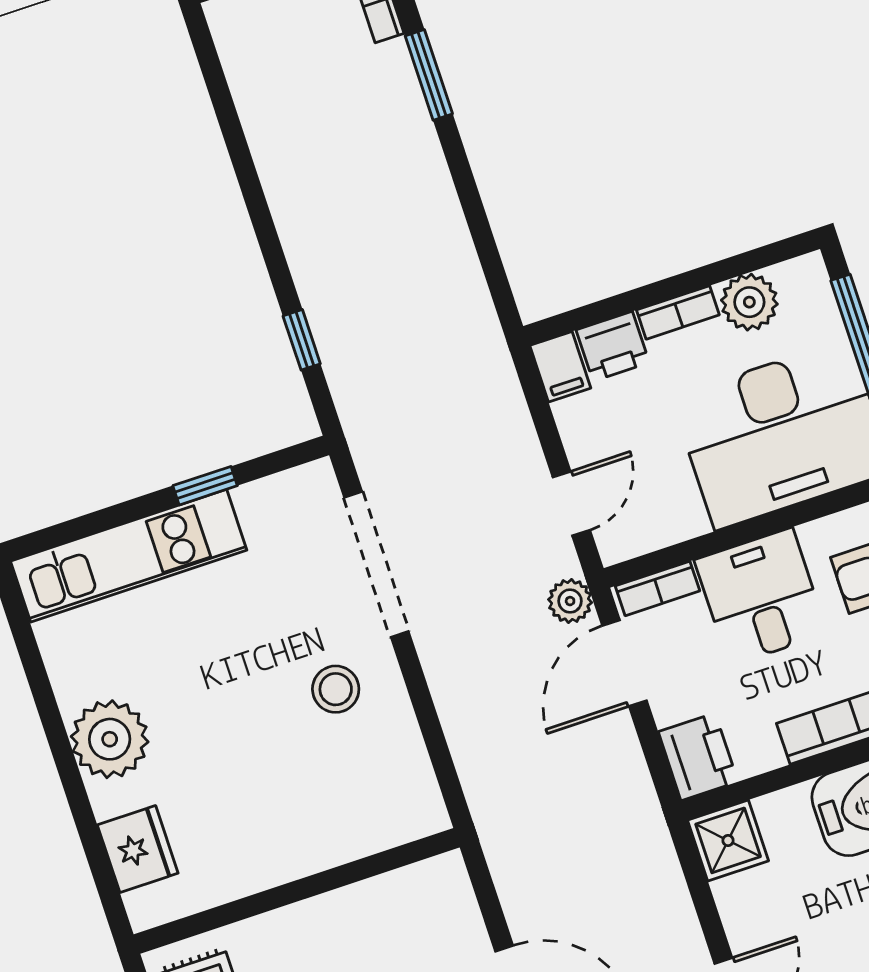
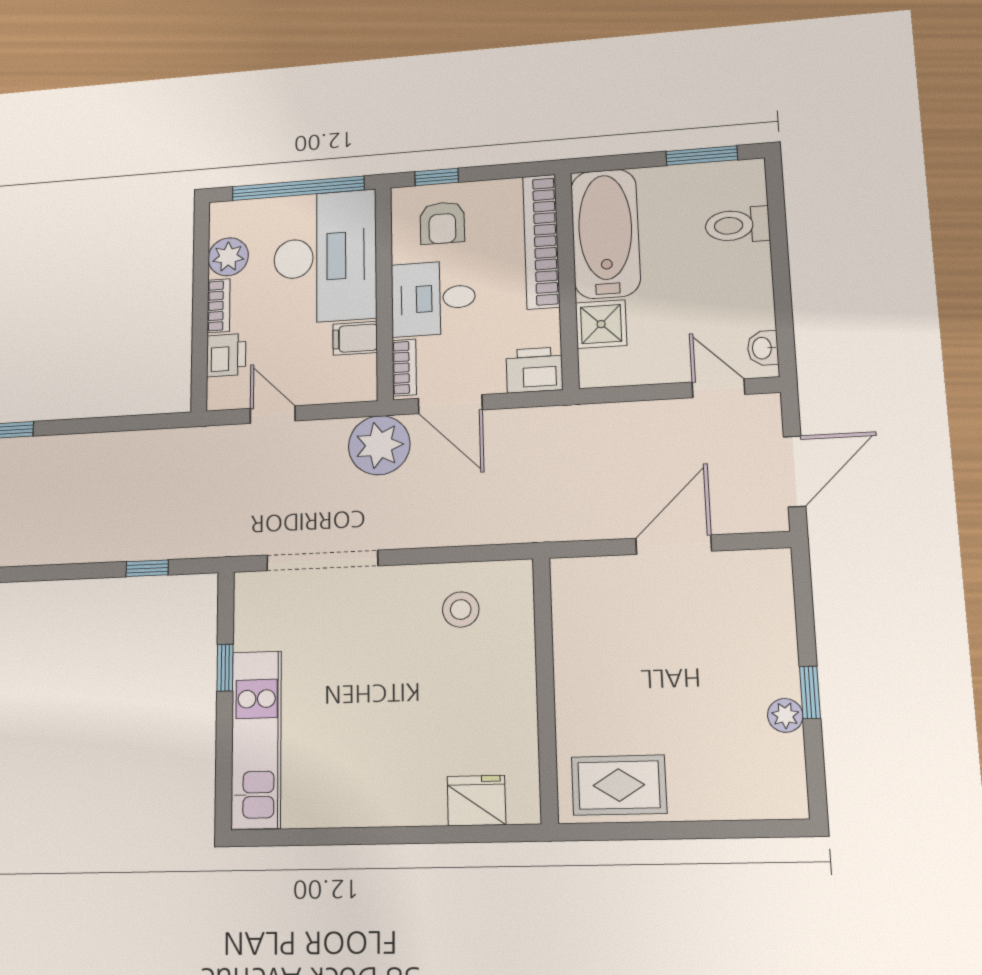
filing cabinet: (560, 367) -> (355, 338), moved, turned 180
door: (571, 504) -> (273, 415), moved
plant: (570, 601) -> (379, 445), width x1.87, depth x1.87
stool: (336, 689) -> (461, 610), moved
plant: (110, 739) -> (387, 796), removed
shower: (728, 840) -> (601, 324), moved

